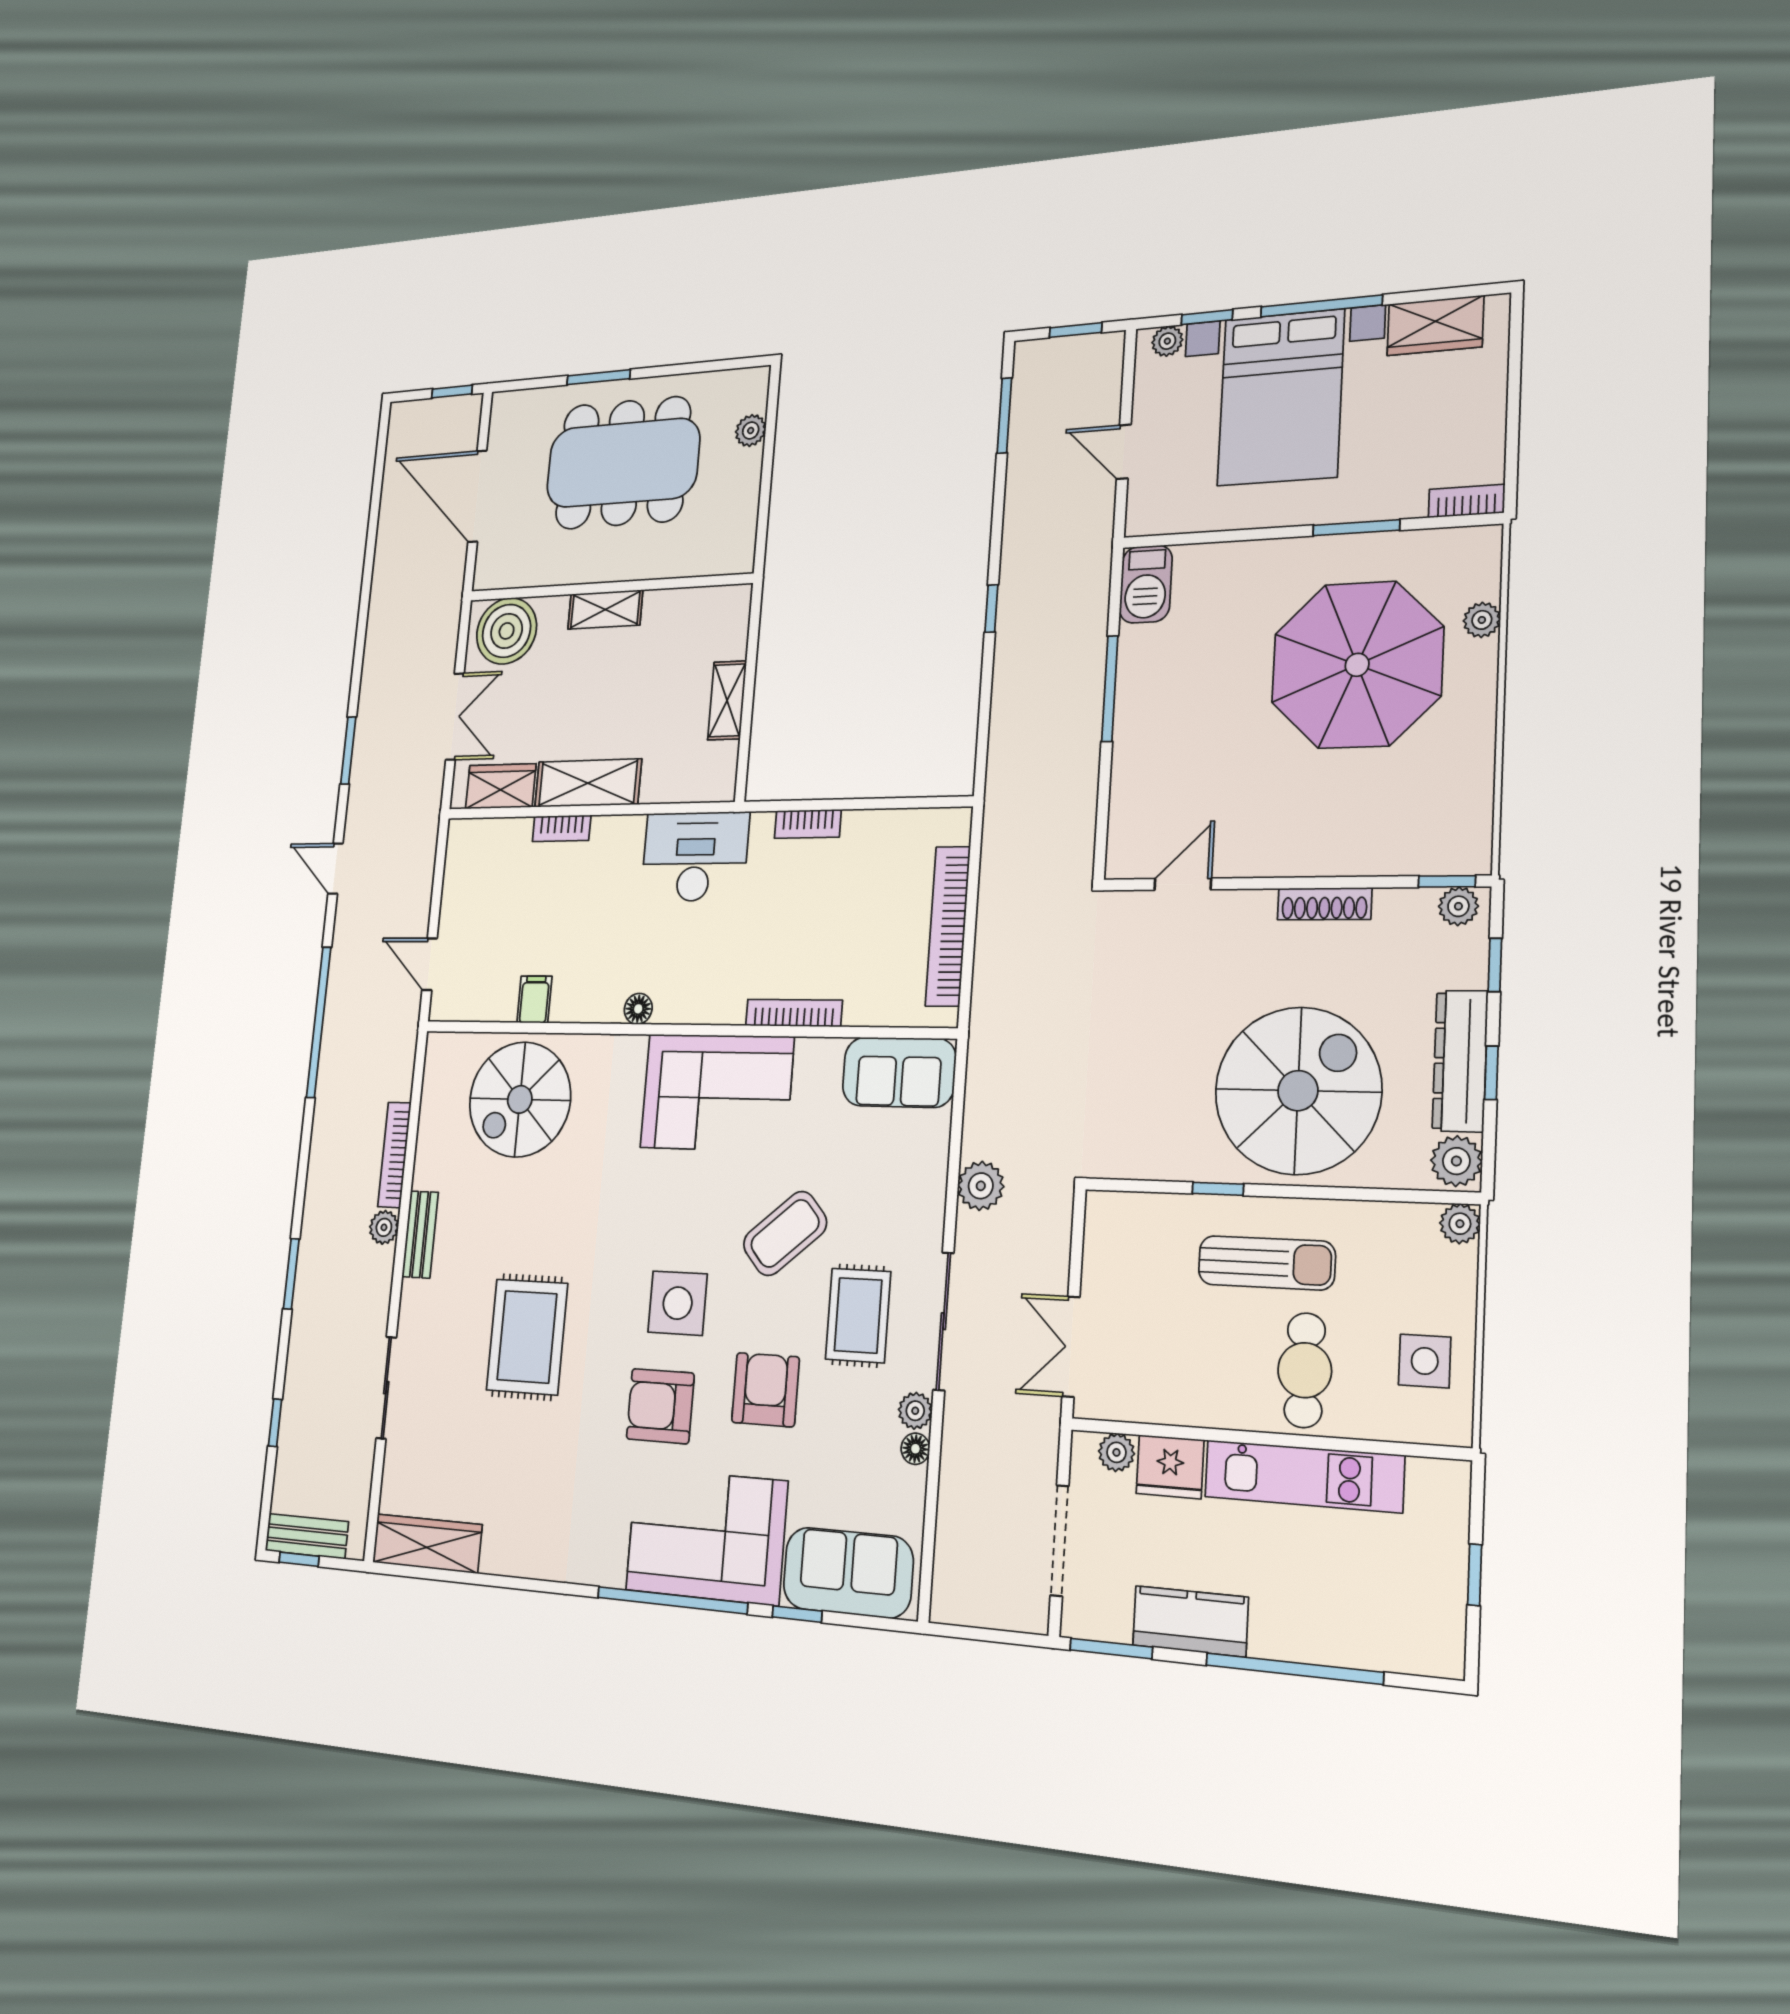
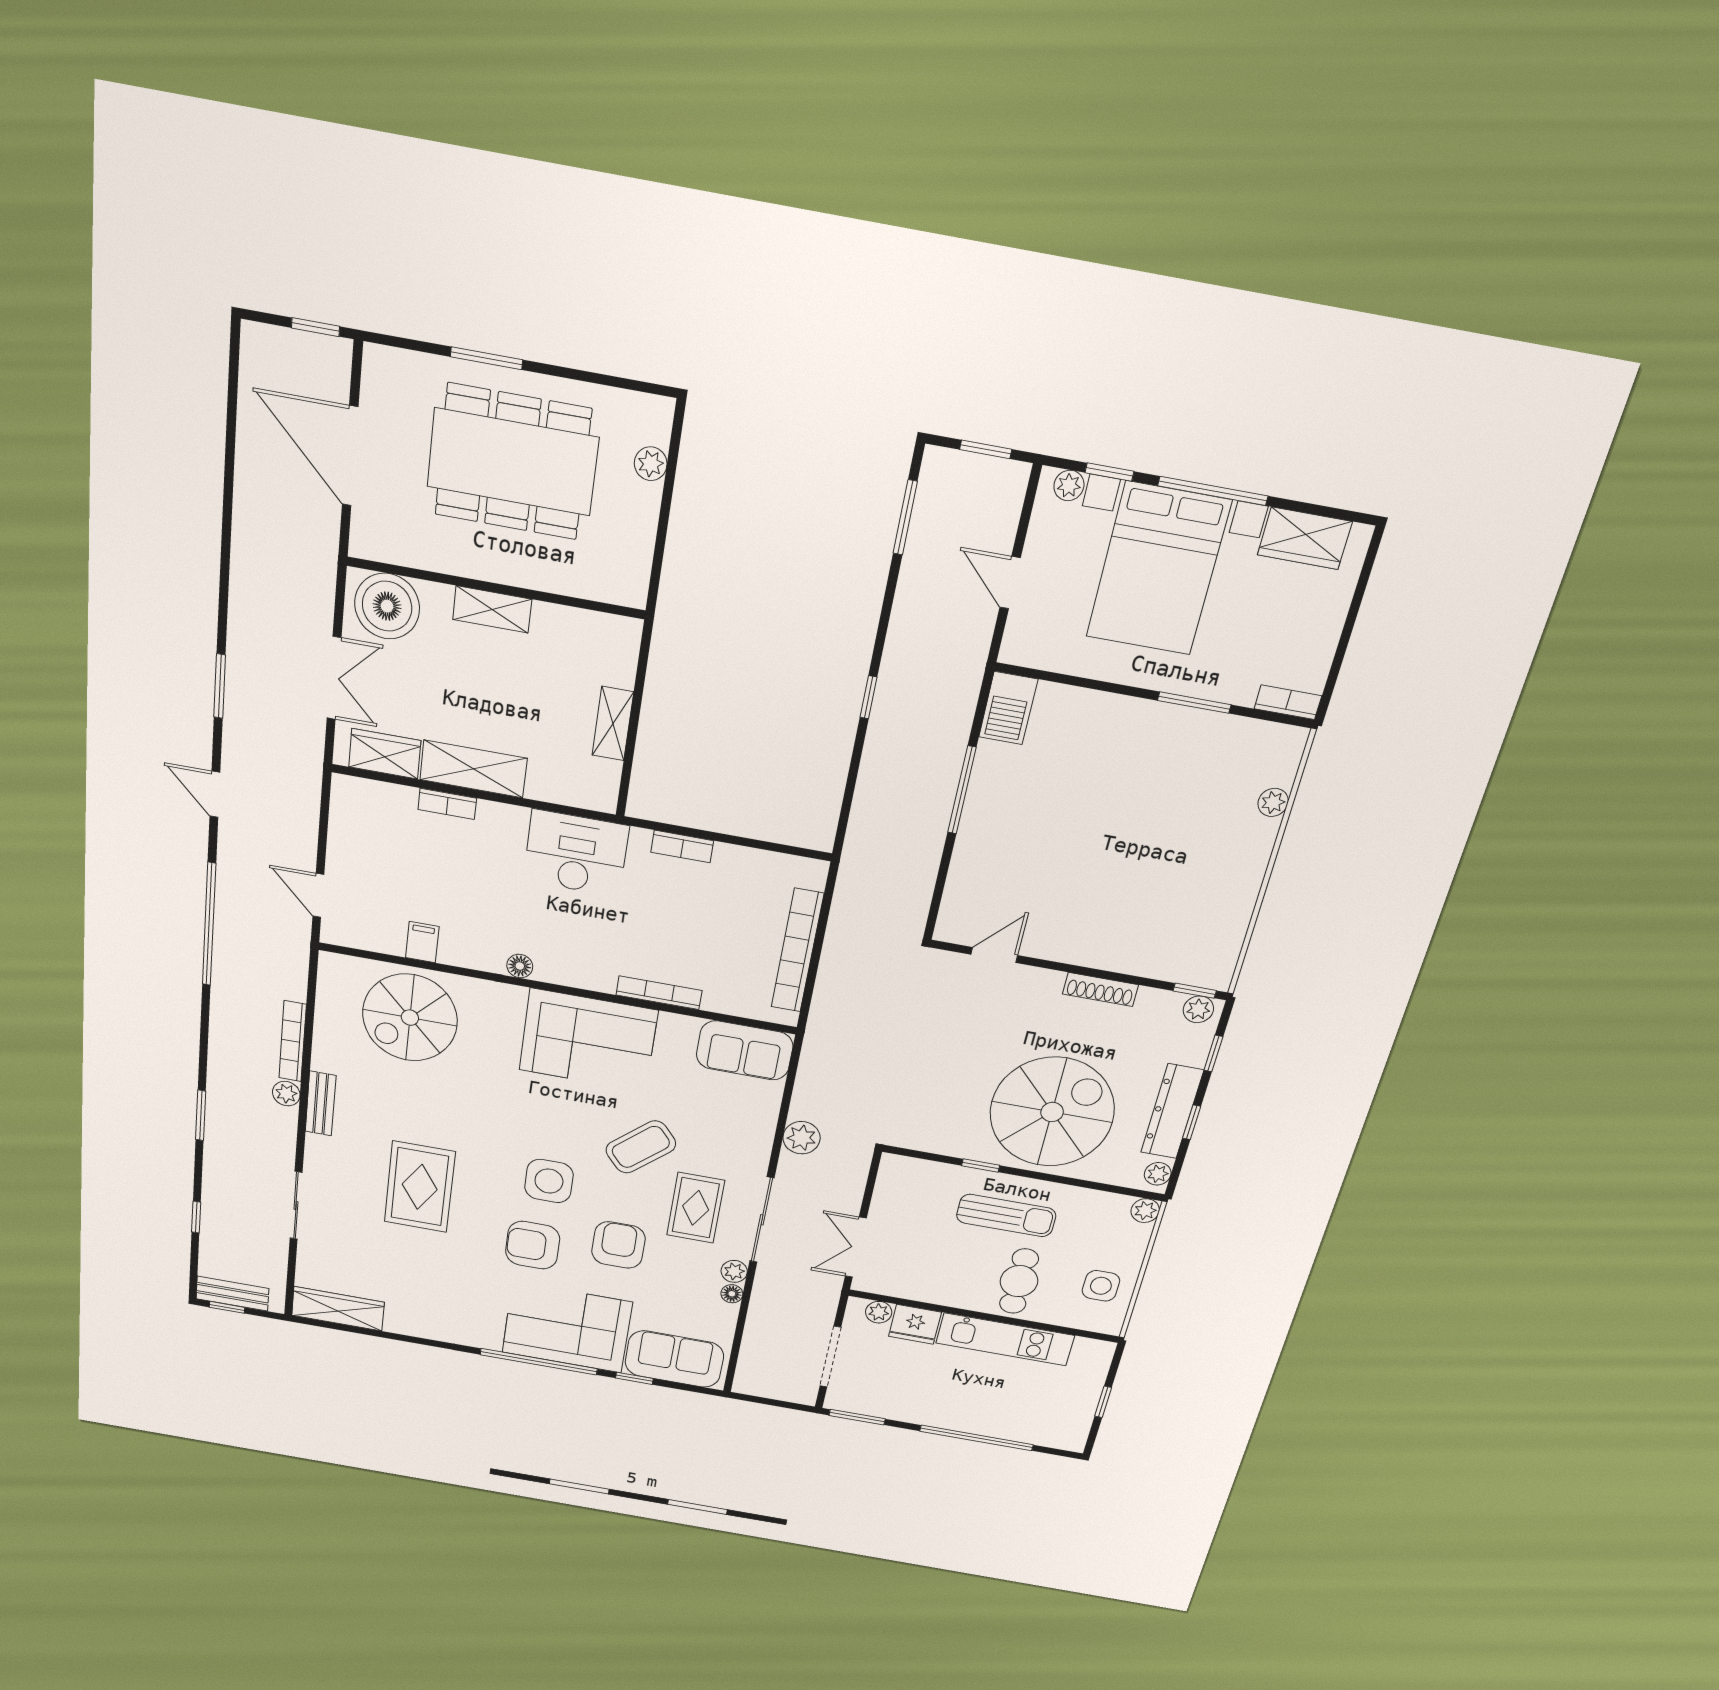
parasol: (1357, 665) -> (1168, 816), removed
plant: (1456, 1161) -> (1158, 1174), width x0.73, depth x0.73
kitchen counter: (1190, 1621) -> (913, 1408), removed

